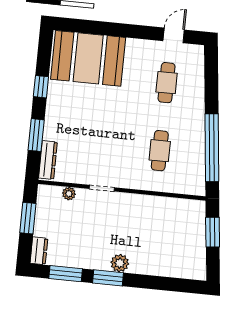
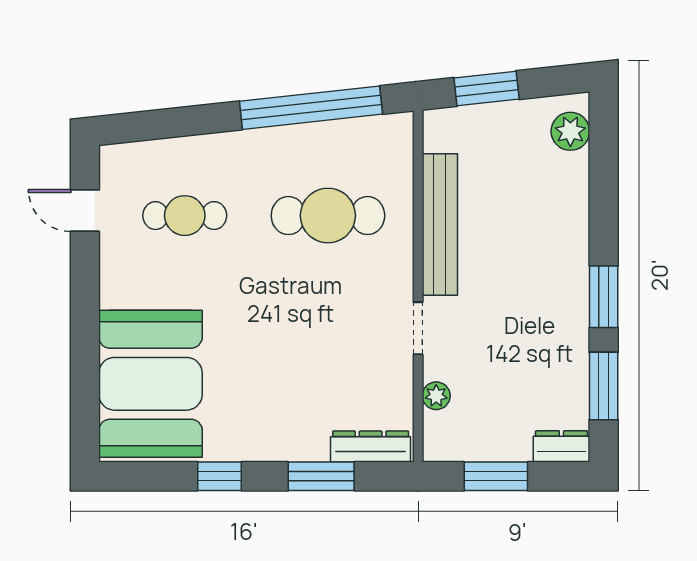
cafe table: (160, 151) -> (328, 216), width x1.37, depth x1.35
bench: (150, 203) -> (440, 225), added
plant: (120, 263) -> (570, 131), moved

